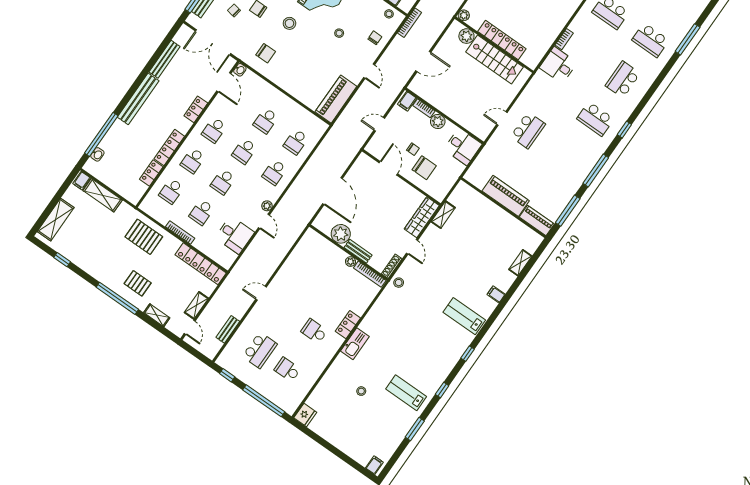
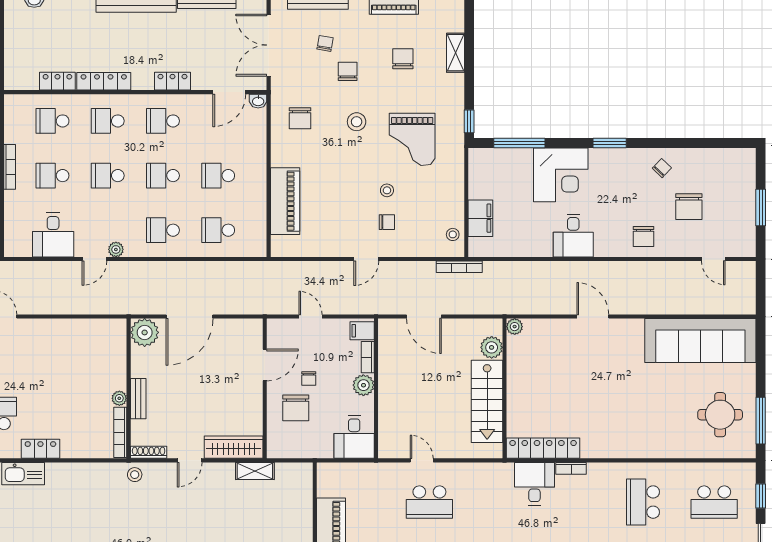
chair: (375, 38) -> (387, 222), moved
locker: (502, 40) -> (543, 448), moved, turned -90
piano: (336, 99) -> (285, 201), moved, turned 90
plant: (341, 234) -> (145, 332), moved

